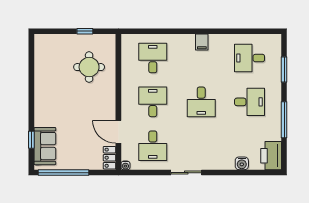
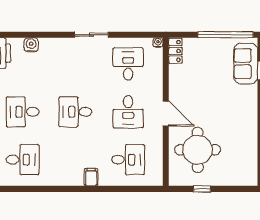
filing cabinet: (202, 42) -> (91, 177), moved
desk: (153, 58) -> (128, 160), turned -90
round table: (89, 67) -> (198, 150), width x1.36, depth x1.36
desk: (201, 102) -> (75, 112), turned -90
door: (118, 132) -> (166, 114), moved

